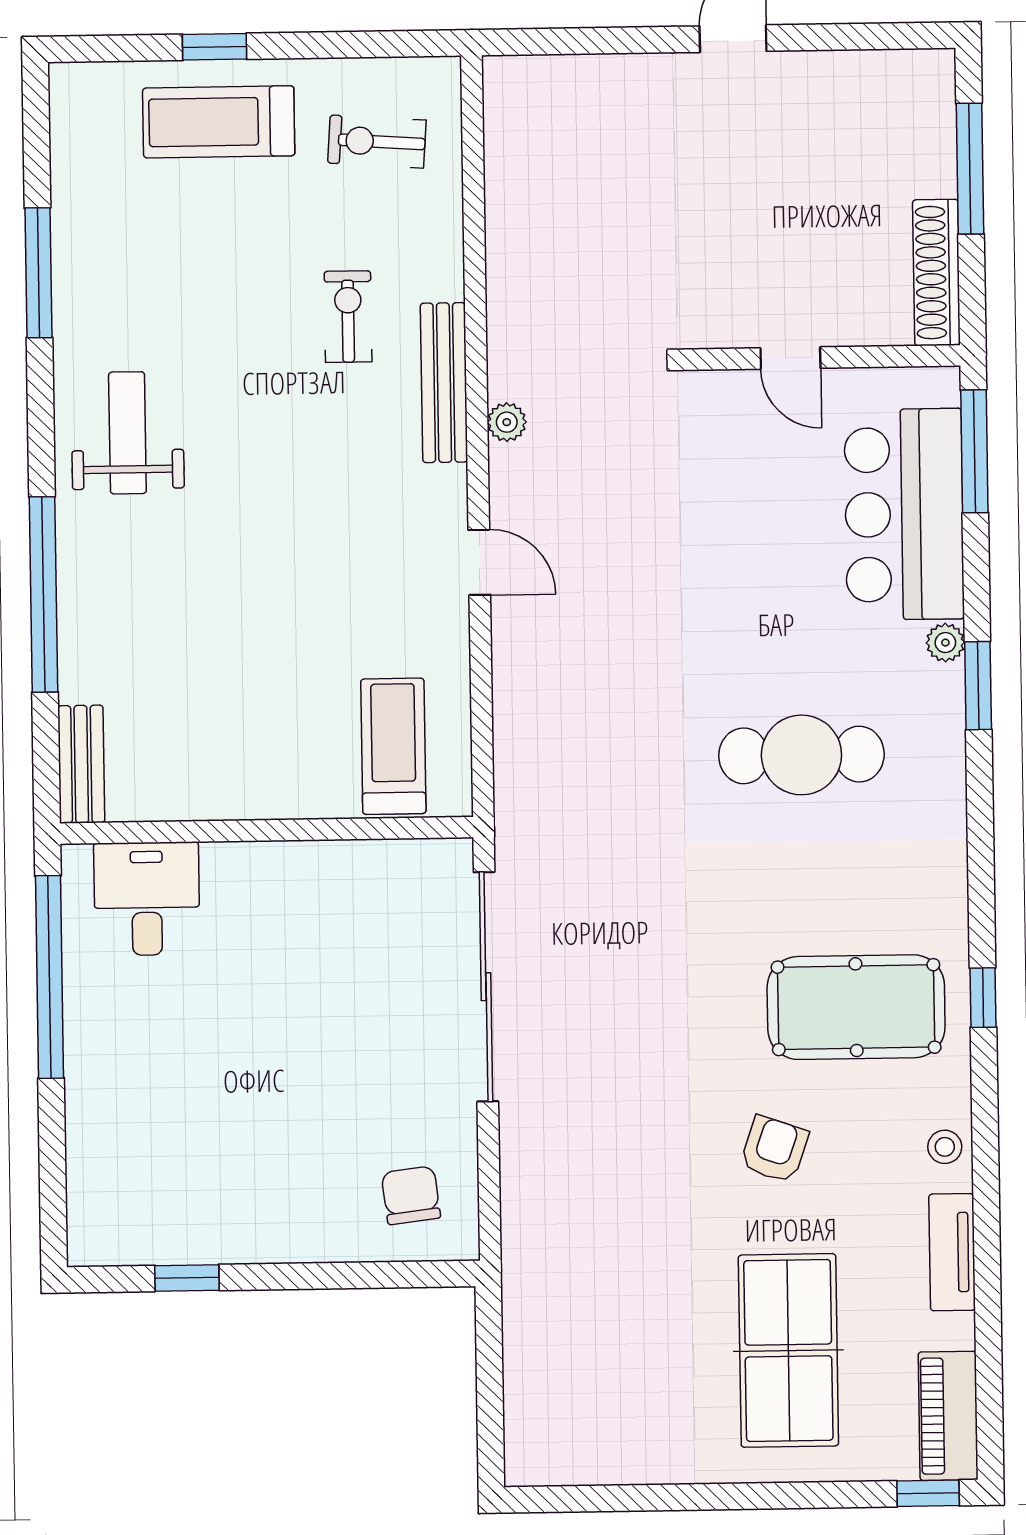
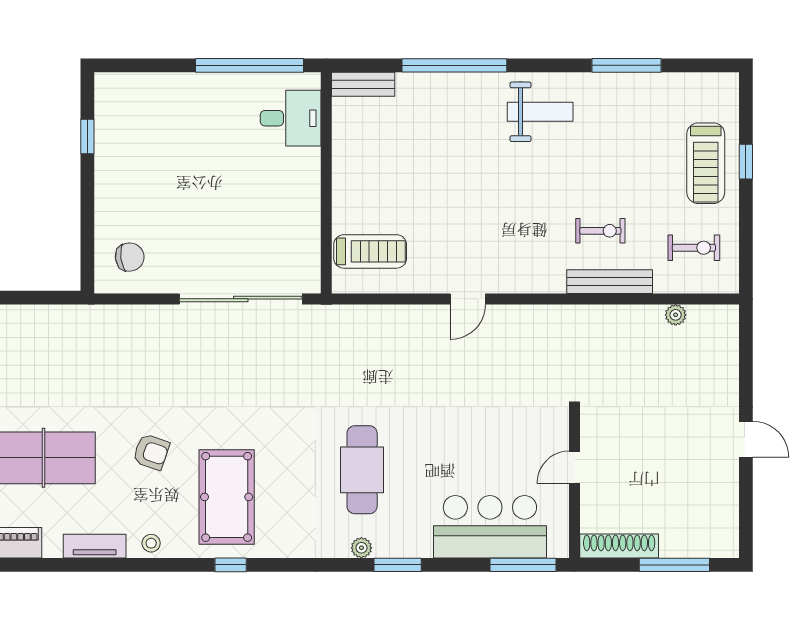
treadmill: (219, 122) -> (706, 163), turned 180
exercise bike: (377, 142) -> (694, 248), turned 86
bench: (444, 383) -> (610, 282), moved
plant: (507, 422) -> (676, 315), moved
plant: (945, 643) -> (361, 548), moved

